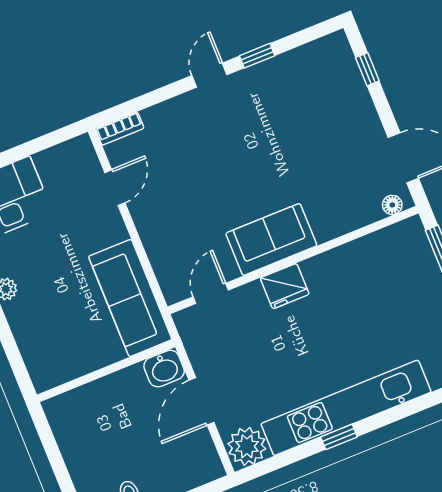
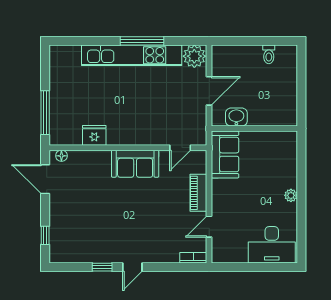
piano: (153, 234) -> (198, 193), added
fridge: (285, 286) -> (94, 135), moved
sofa: (130, 298) -> (225, 155), width x0.73
washbasin: (164, 369) -> (236, 117), moved
window: (339, 437) -> (142, 41), width x2.17

